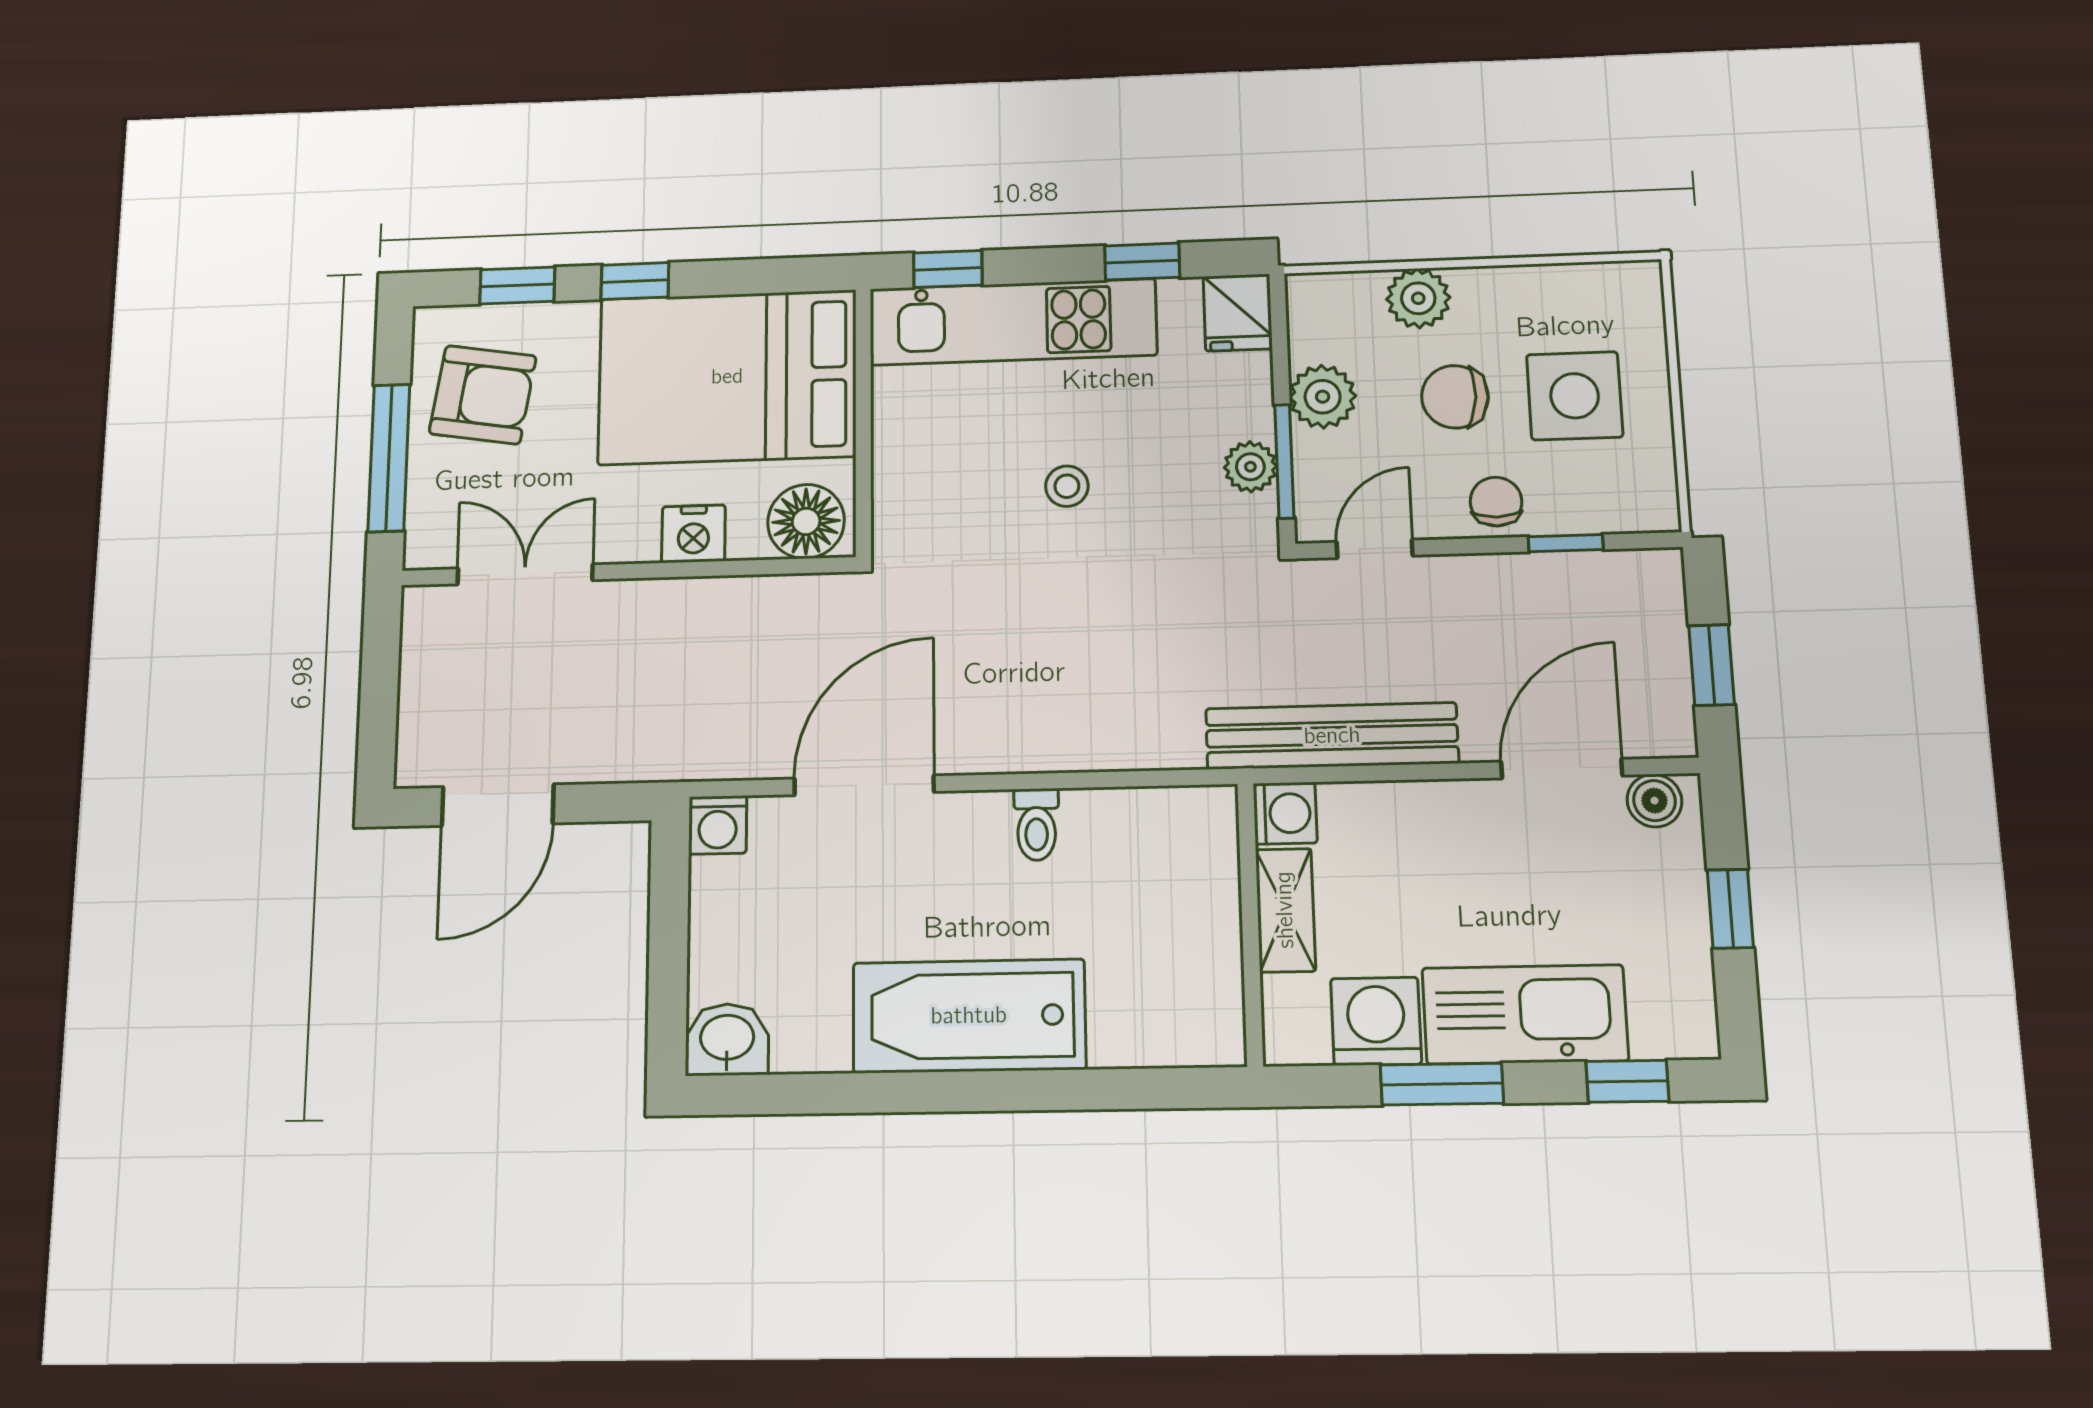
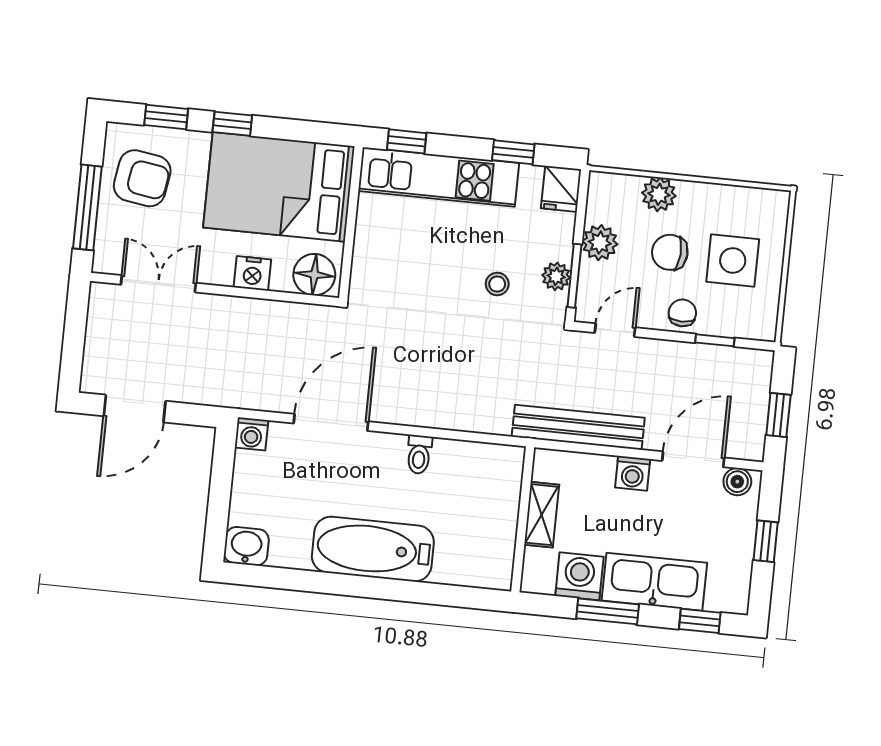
stool: (1067, 486) -> (497, 284), moved
washing machine: (1285, 813) -> (633, 473), moved, turned 90

